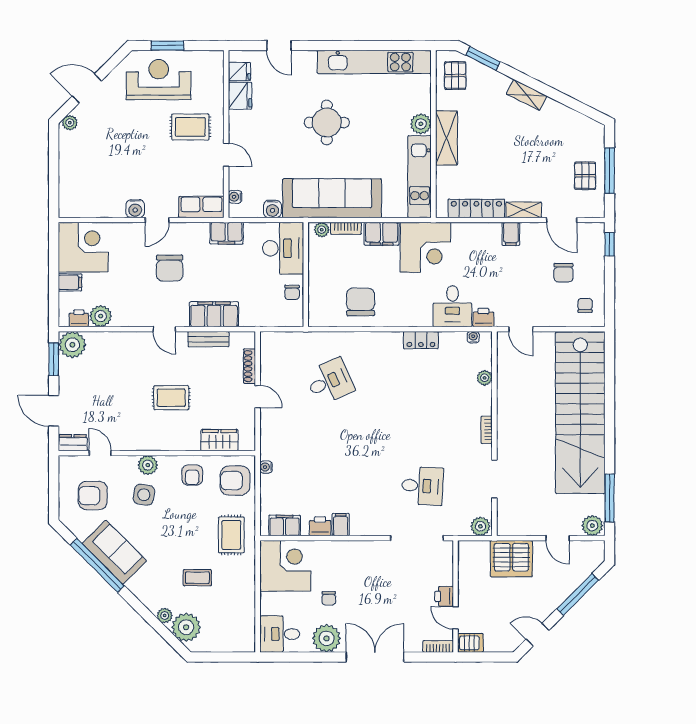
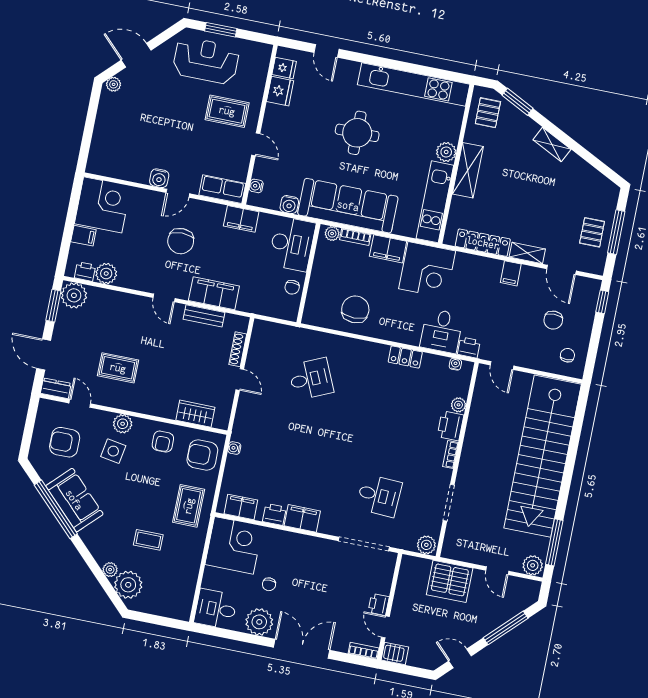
rug: (171, 398) -> (118, 368), moved
printer: (481, 401) -> (450, 426), added
filing cabinet: (341, 525) -> (302, 518), width x2.00

